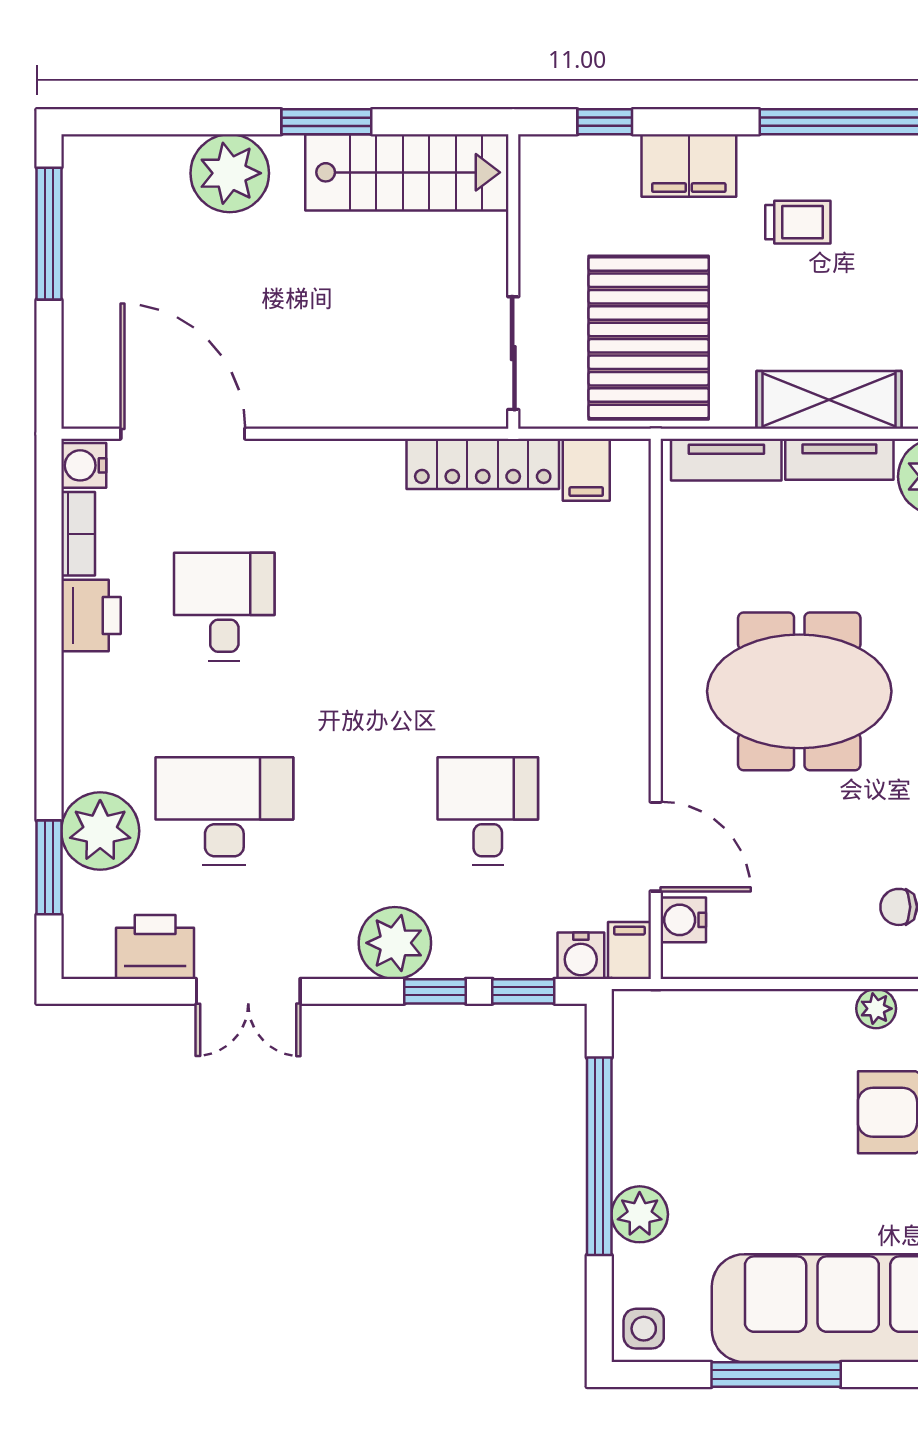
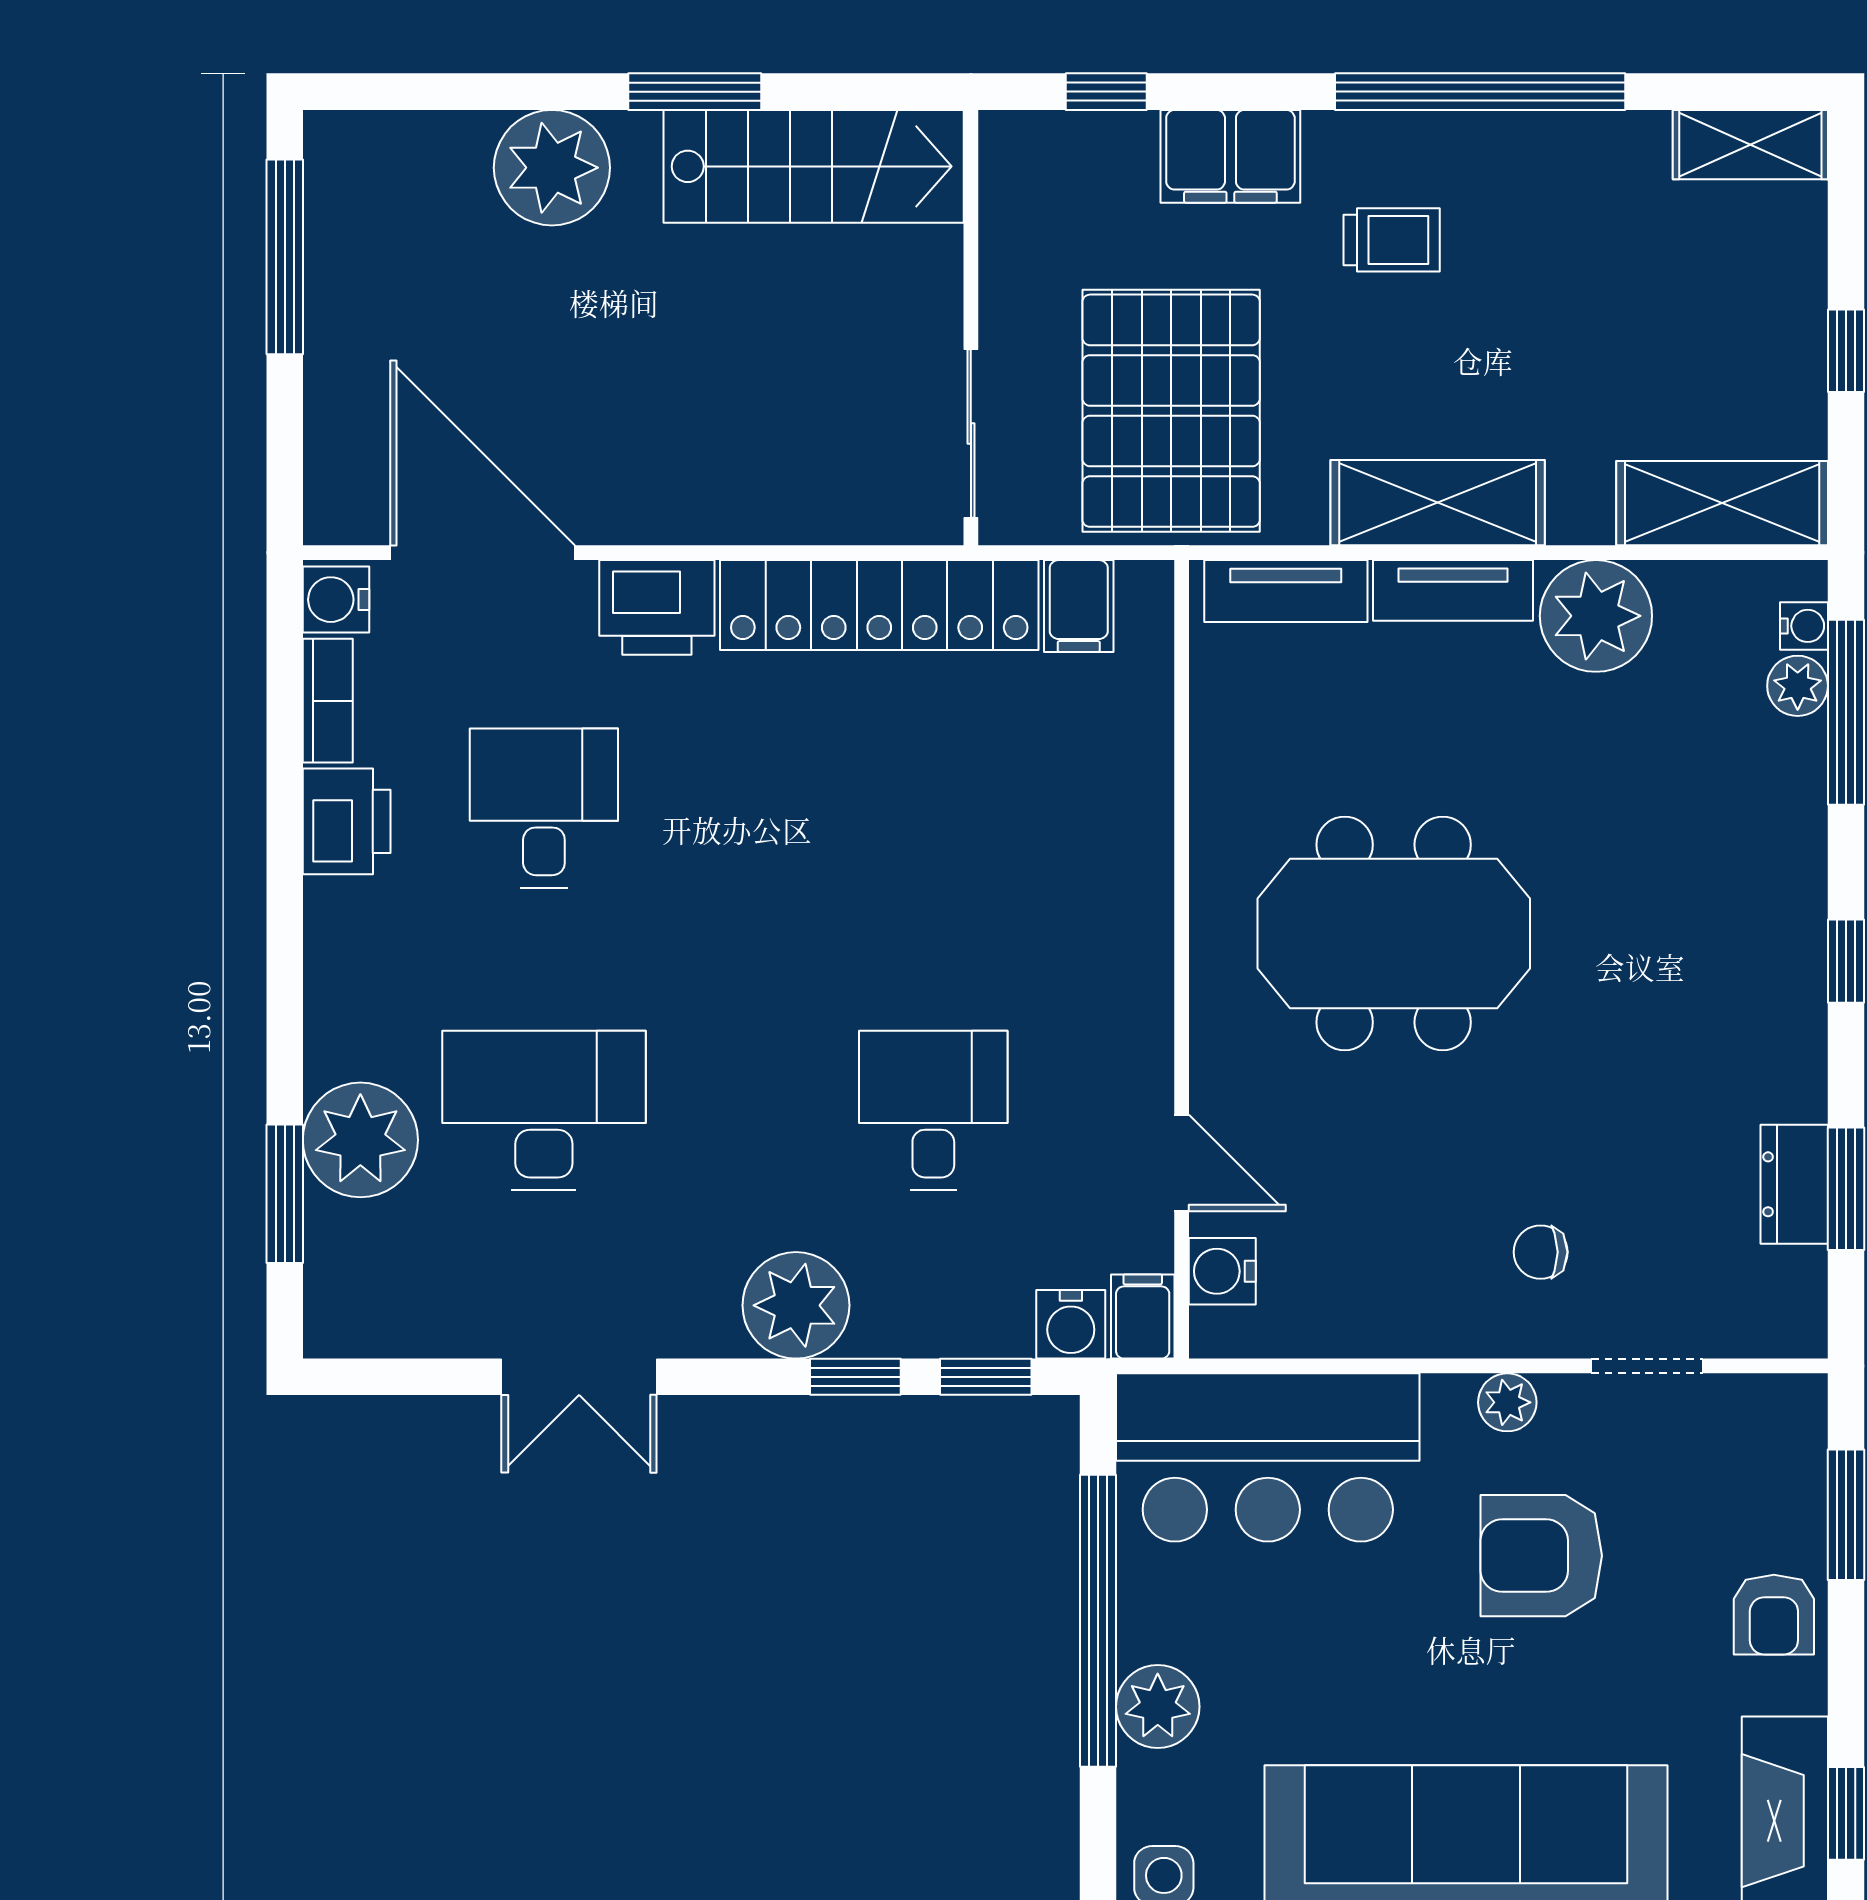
locker: (483, 464) -> (879, 605), width x1.41, depth x1.21
door: (656, 847) -> (1182, 1163), width x0.73
printer: (155, 947) -> (657, 607), moved, turned 180
bar counter: (714, 1046) -> (1268, 1457), added

